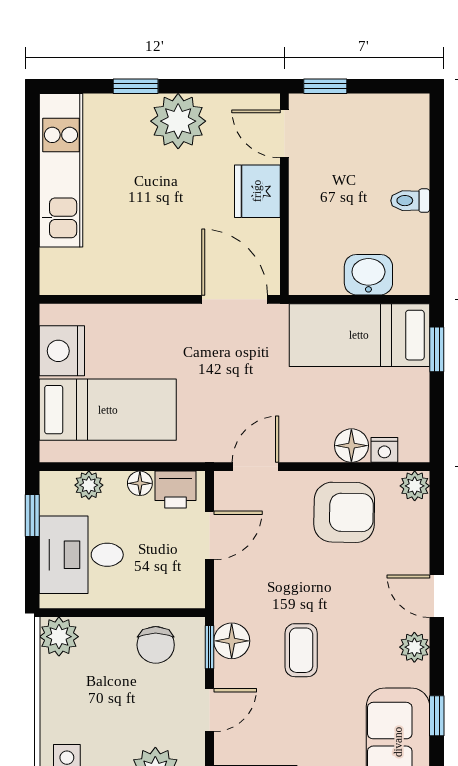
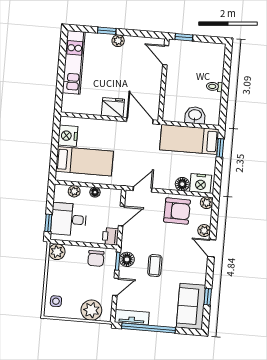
plant: (178, 121) -> (118, 41), width x0.53, depth x0.53
fridge: (257, 191) -> (113, 107), moved, turned 90
nightstand: (384, 450) -> (201, 183), width x1.89, depth x1.79
printer: (176, 490) -> (110, 236), moved, turned 90
window: (32, 516) -> (48, 223), moved
plant: (414, 647) -> (204, 231), moved

